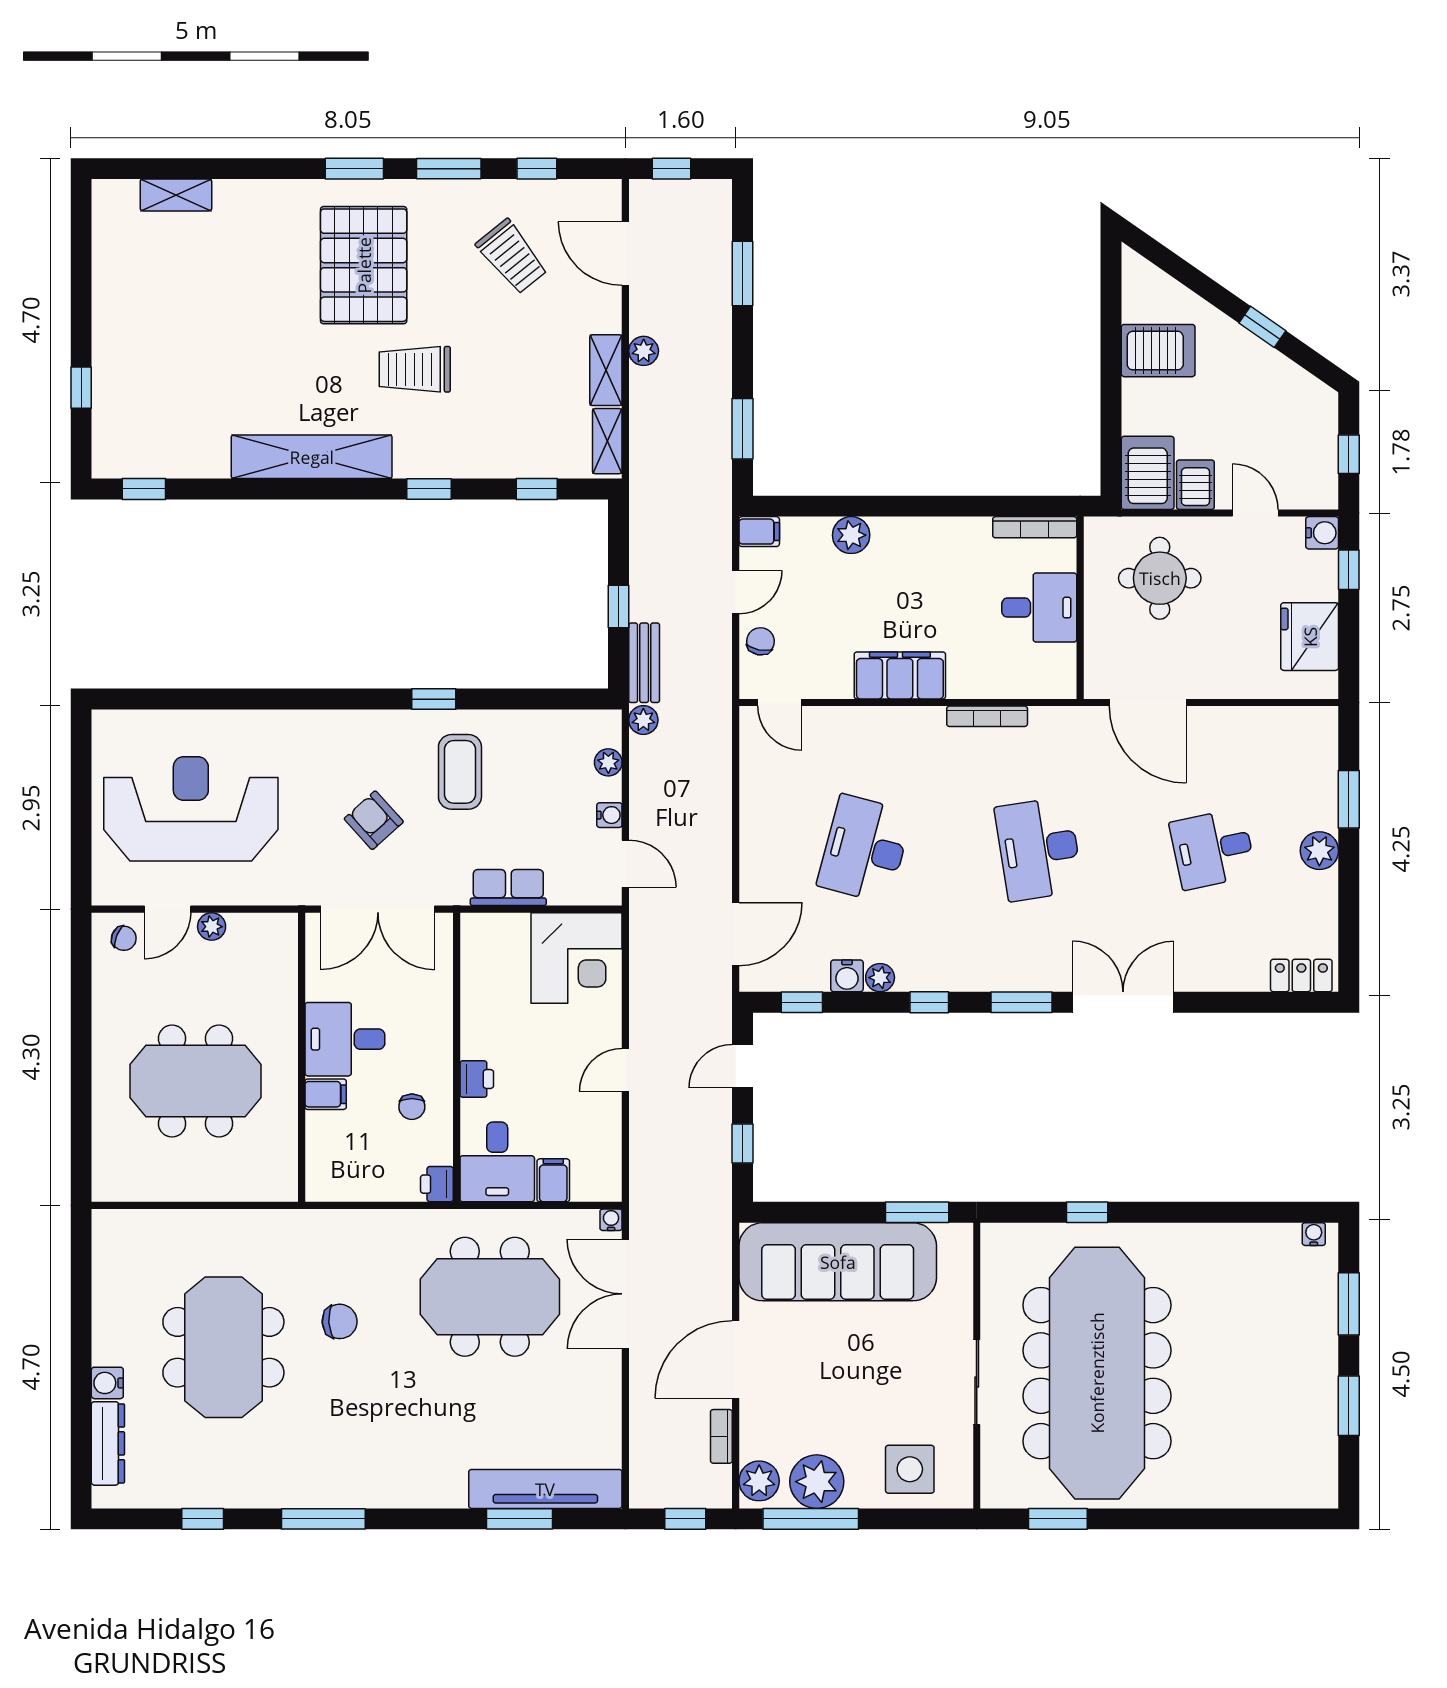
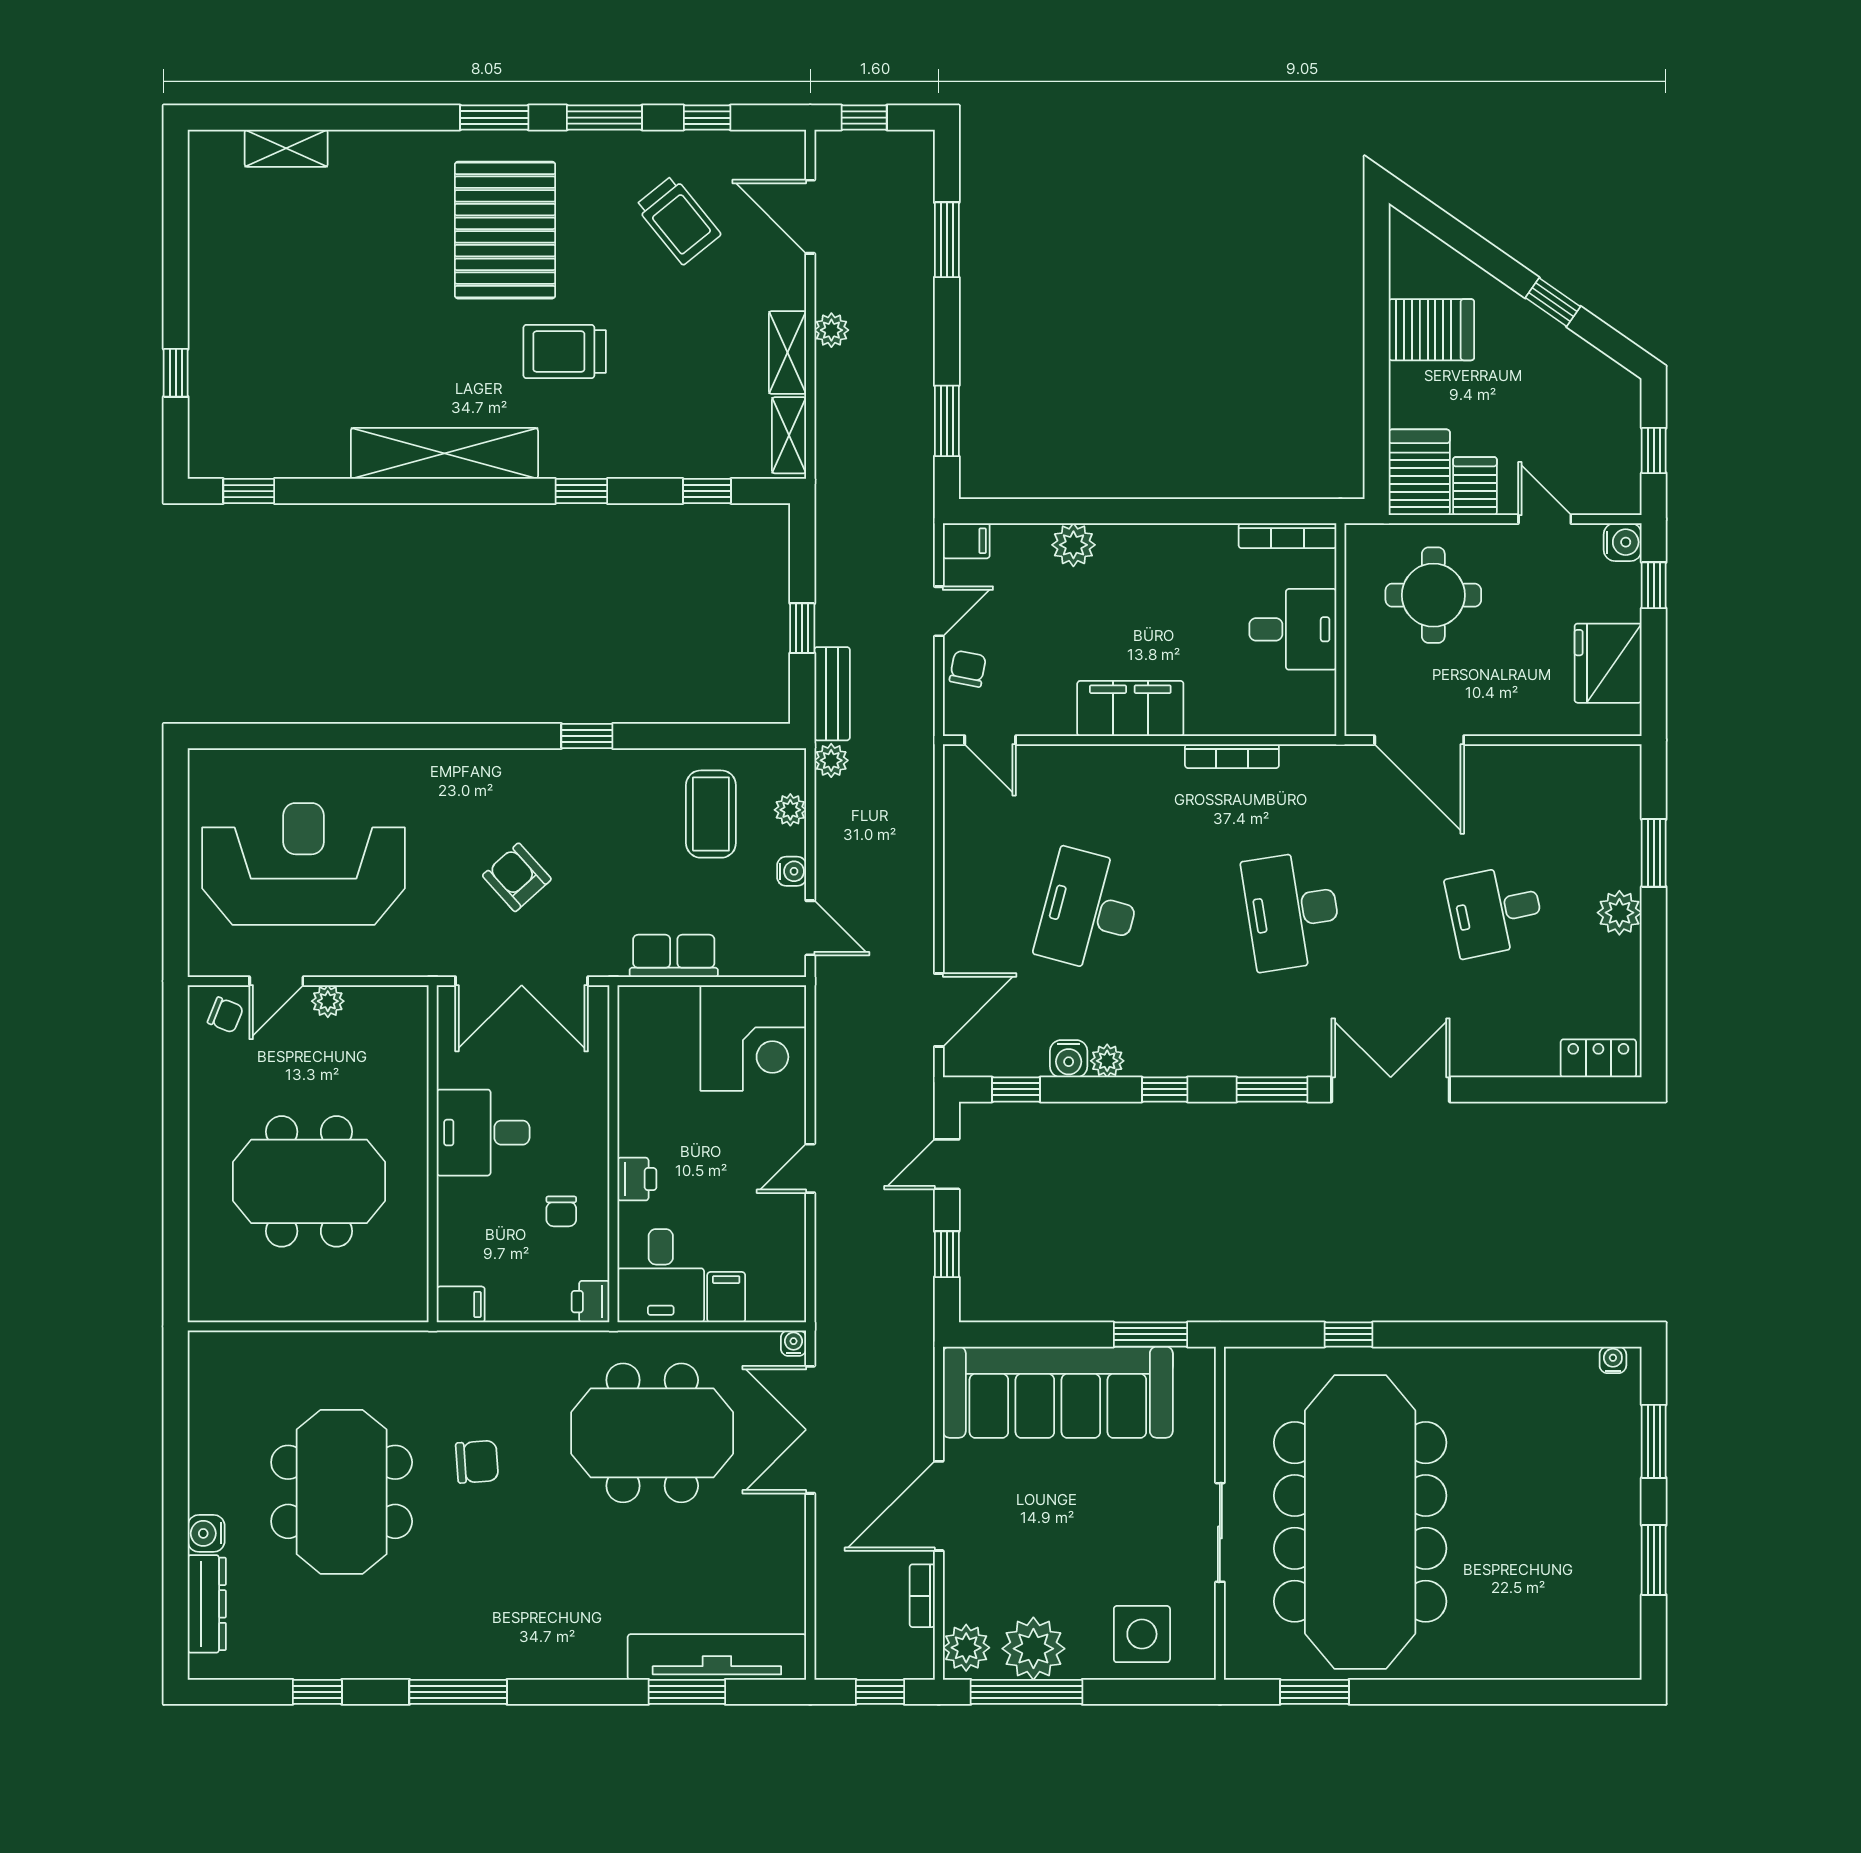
coffee table: (460, 772) -> (711, 814), moved
filing cabinet: (326, 1094) -> (461, 1304), moved

